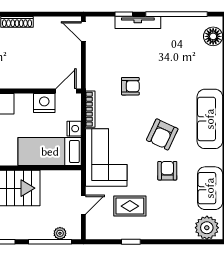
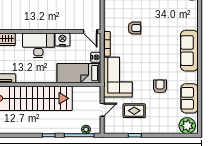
door: (66, 91) -> (90, 31), swing flipped
nightstand: (44, 103) -> (62, 40), moved
armchair: (162, 134) -> (157, 61), removed

